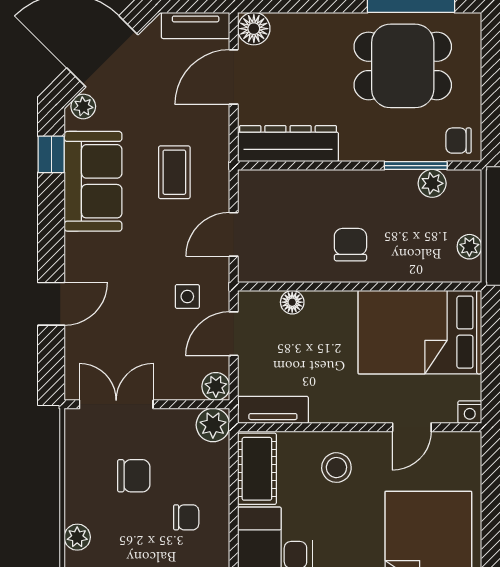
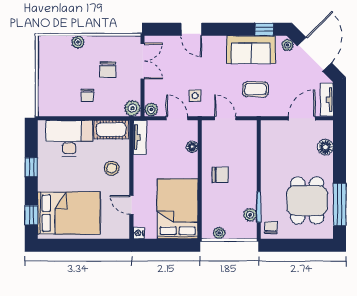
floor lamp: (254, 29) -> (325, 147), moved
door: (234, 77) -> (302, 118), hinge flipped
dresser: (288, 144) -> (269, 145), removed

